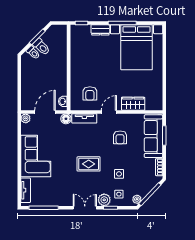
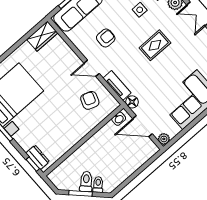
dresser: (100, 30) -> (38, 157), moved
armchair: (90, 93) -> (90, 100), turned -70
wardrobe: (133, 104) -> (42, 36), moved, turned -90
rug: (89, 164) -> (155, 45), turned 90

